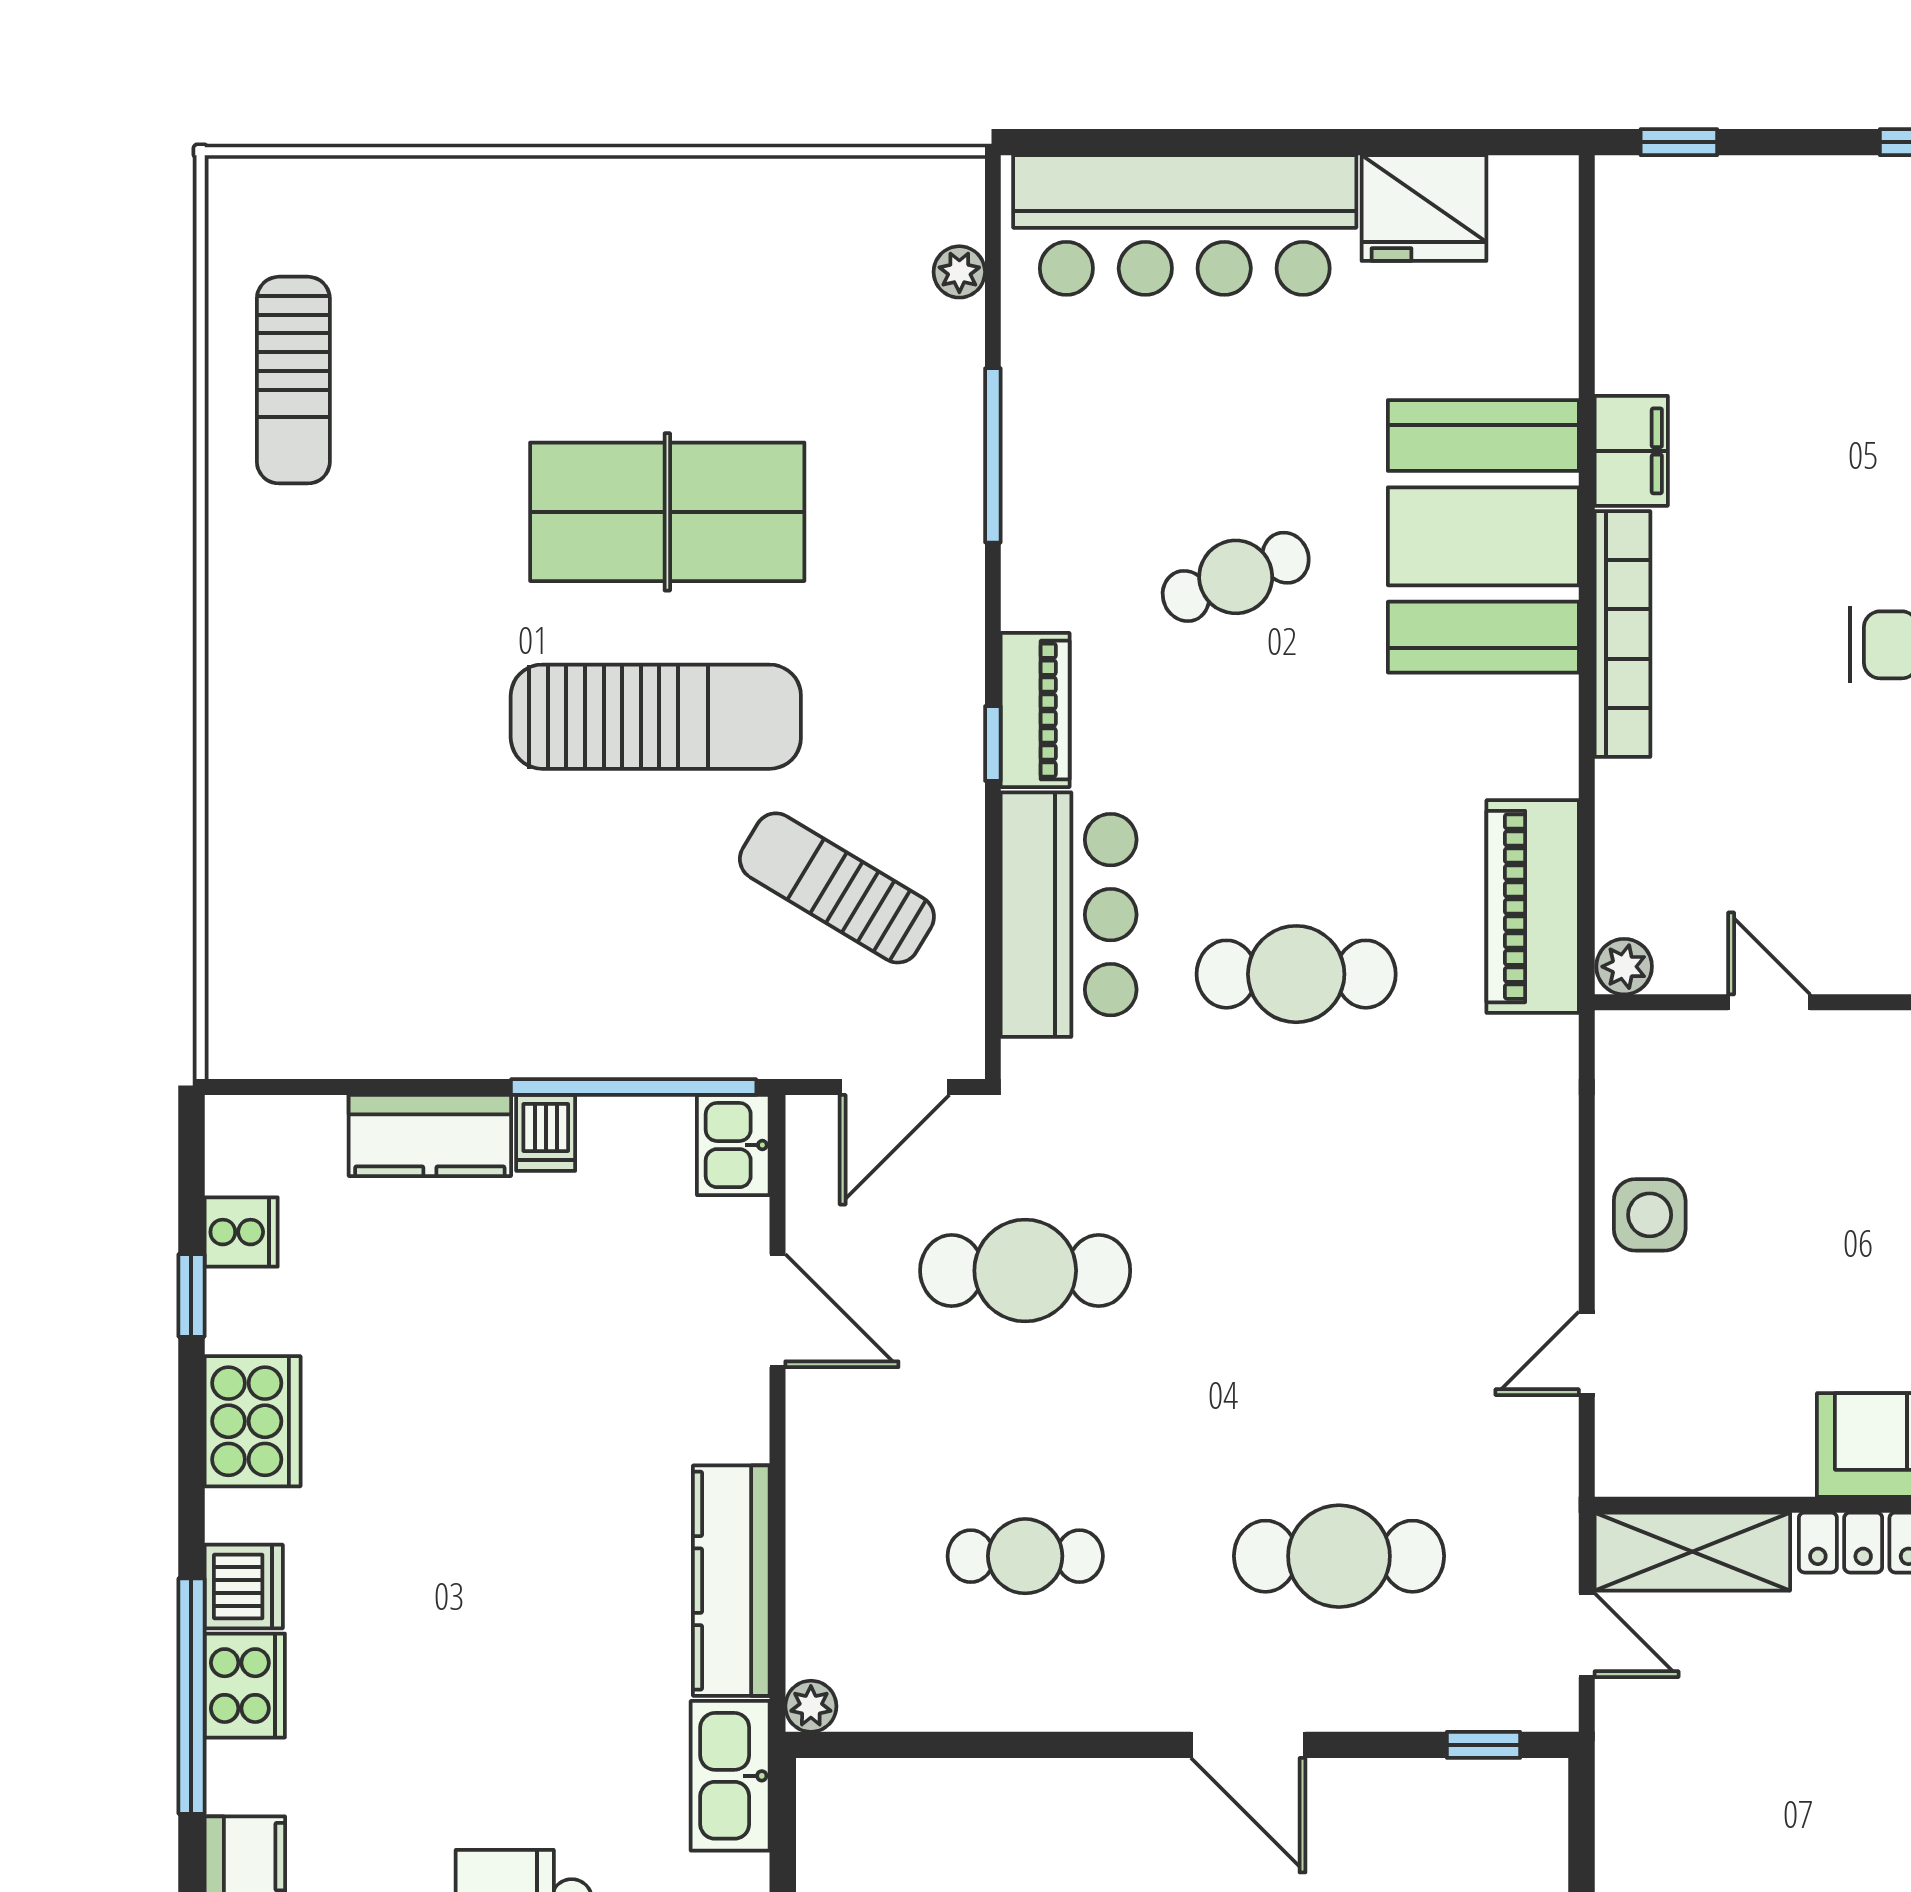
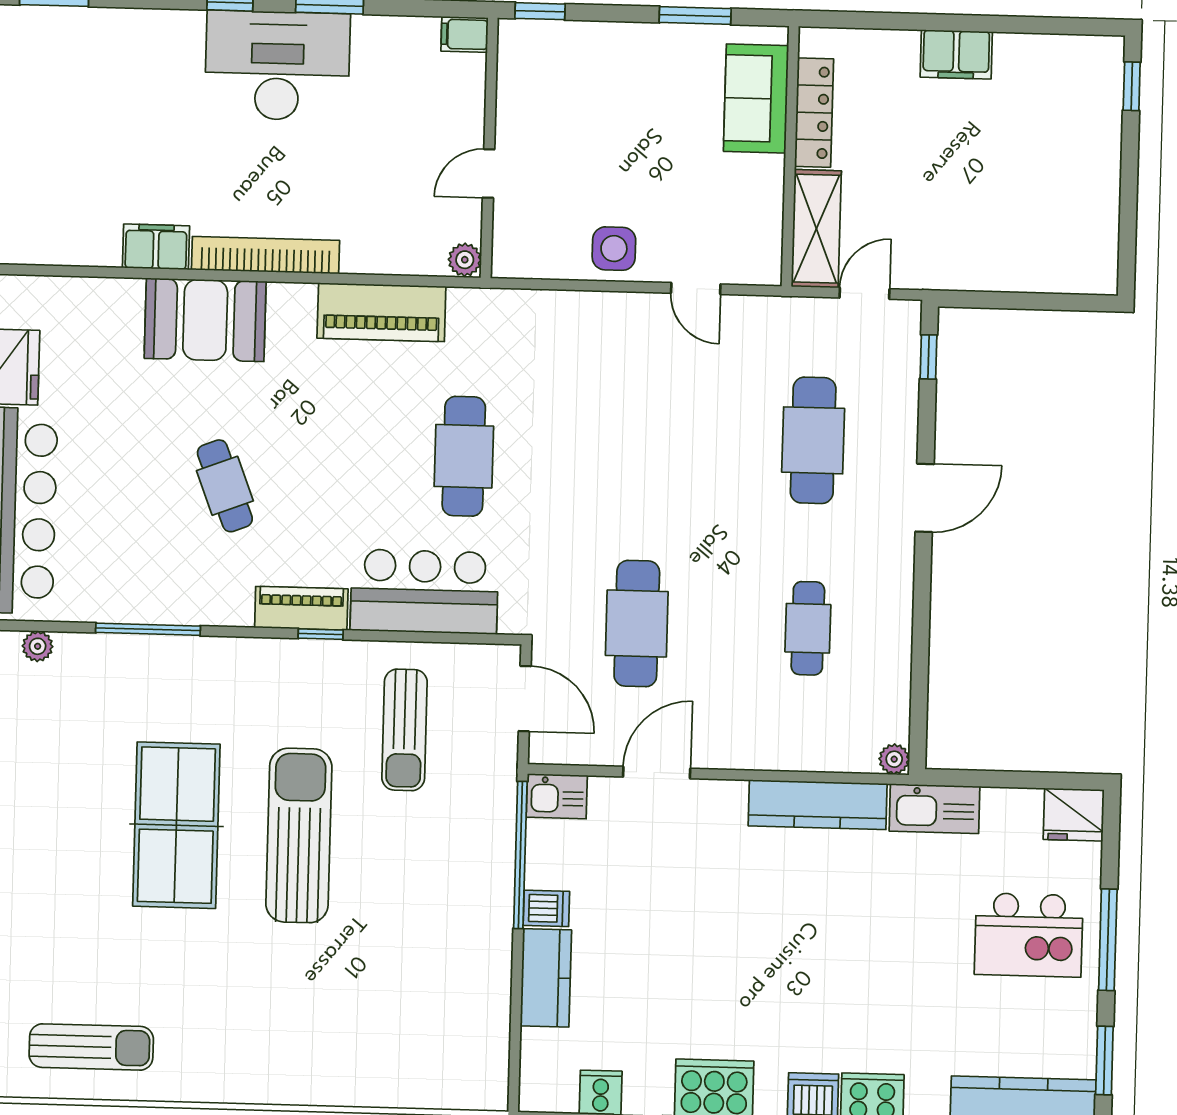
booth: (1483, 536) -> (205, 320), width x0.73, depth x0.70
sun lounger: (837, 888) -> (404, 730), turned -31
piano: (1533, 907) -> (381, 312), moved

